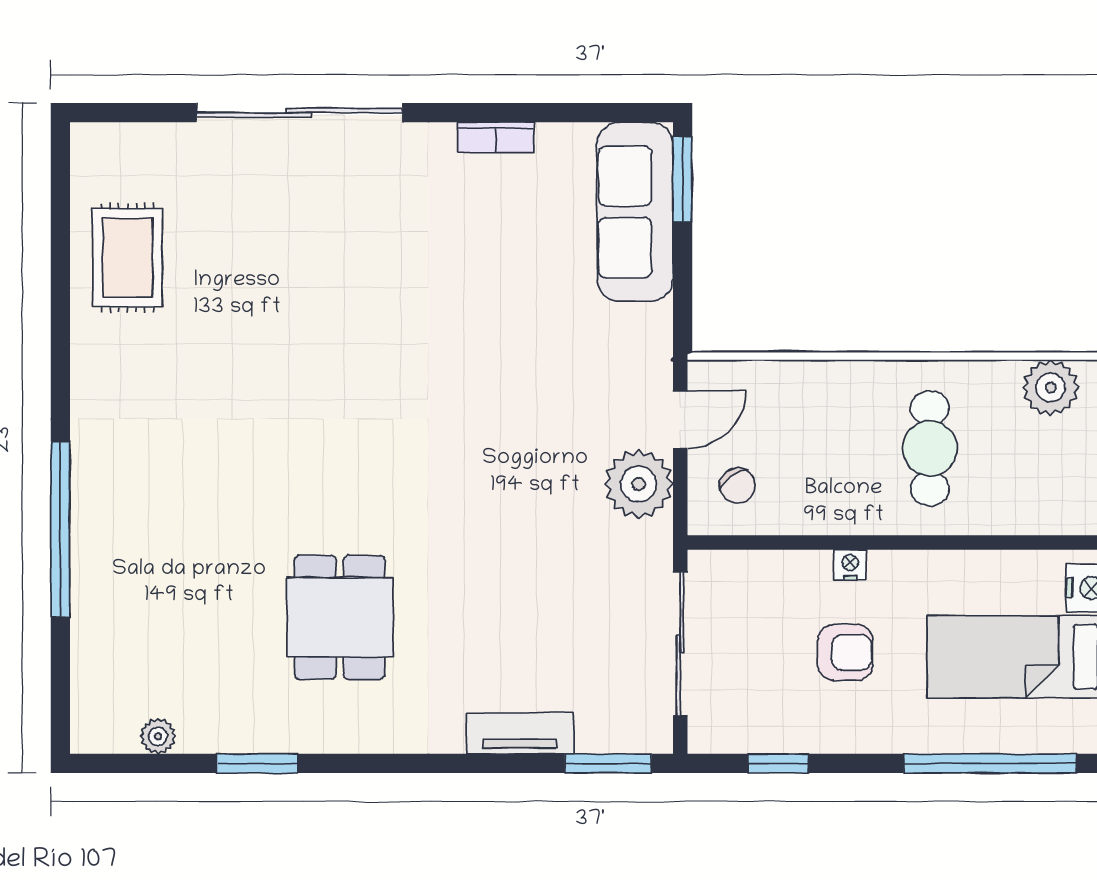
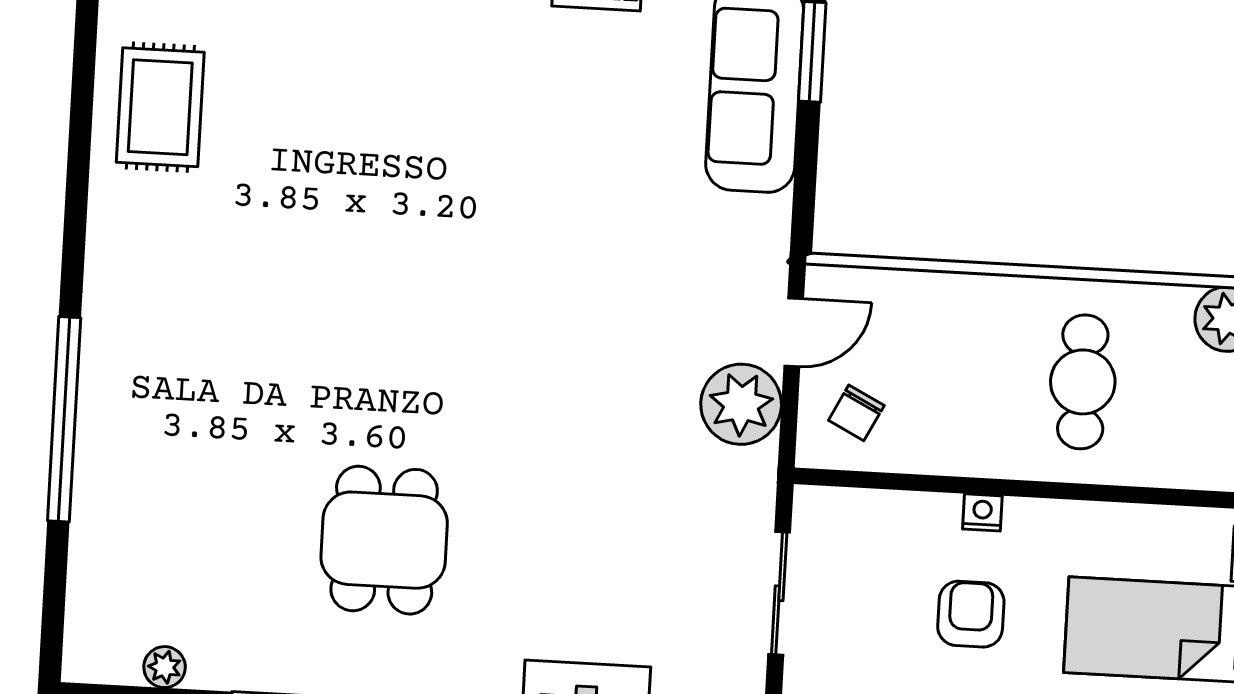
chair: (738, 486) -> (856, 413), turned 64
sliding door: (680, 644) -> (779, 593), width x0.73
armchair: (845, 652) -> (971, 614), turned -90

